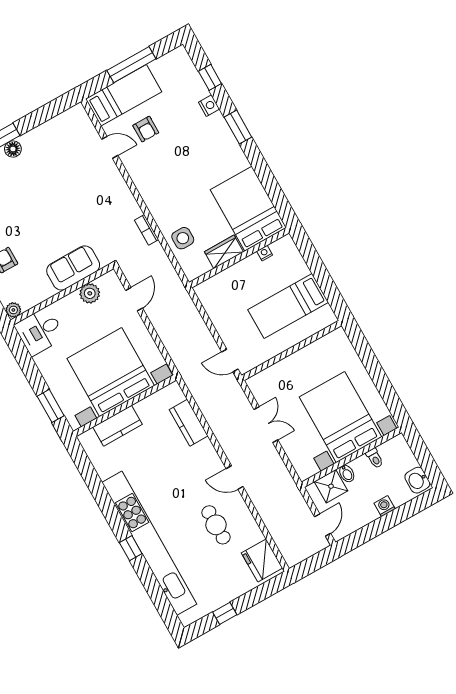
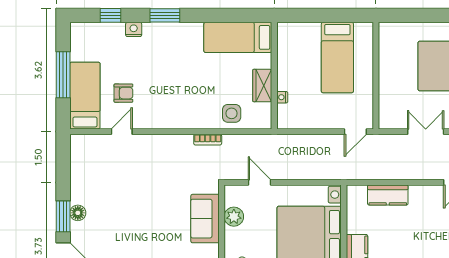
bed: (248, 209) -> (238, 37), width x0.67
nightstand: (265, 253) -> (282, 97), moved

